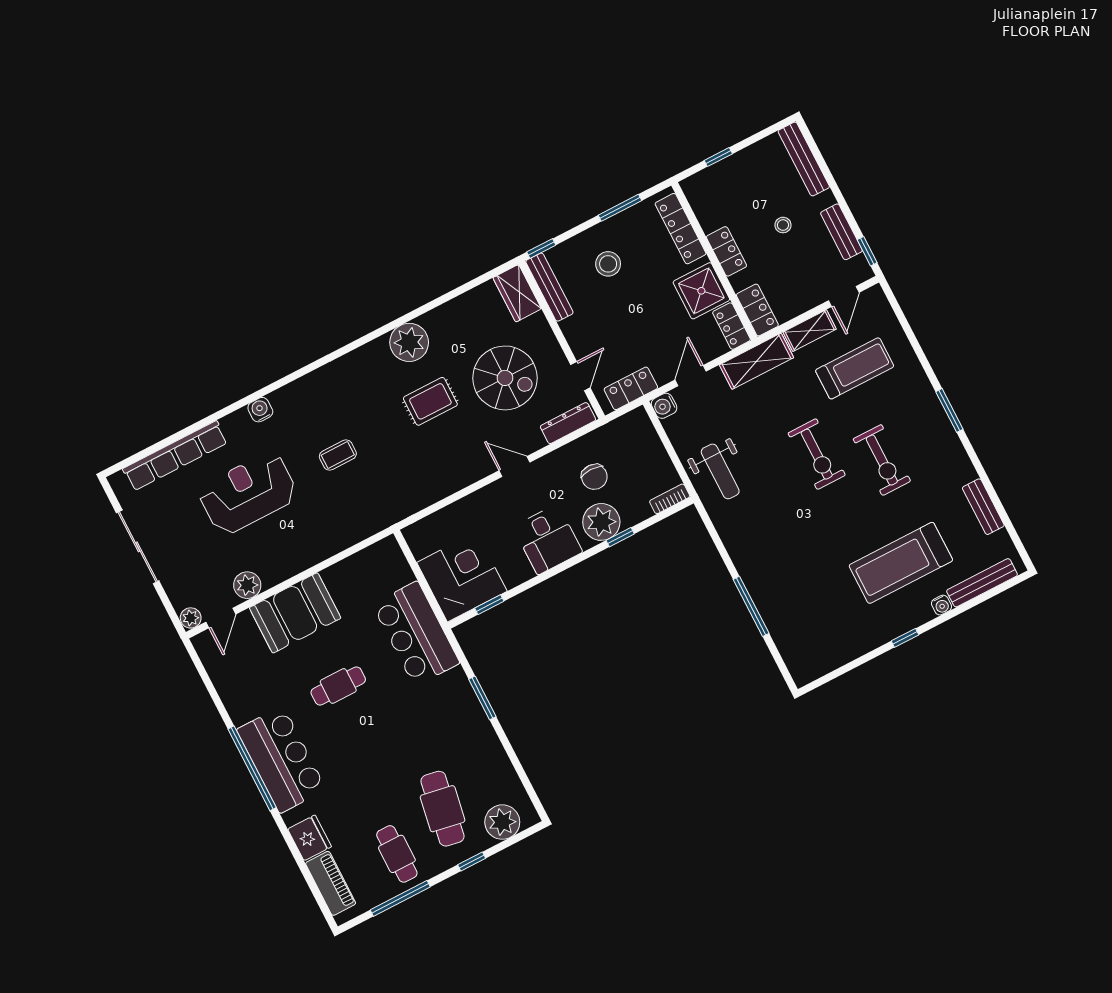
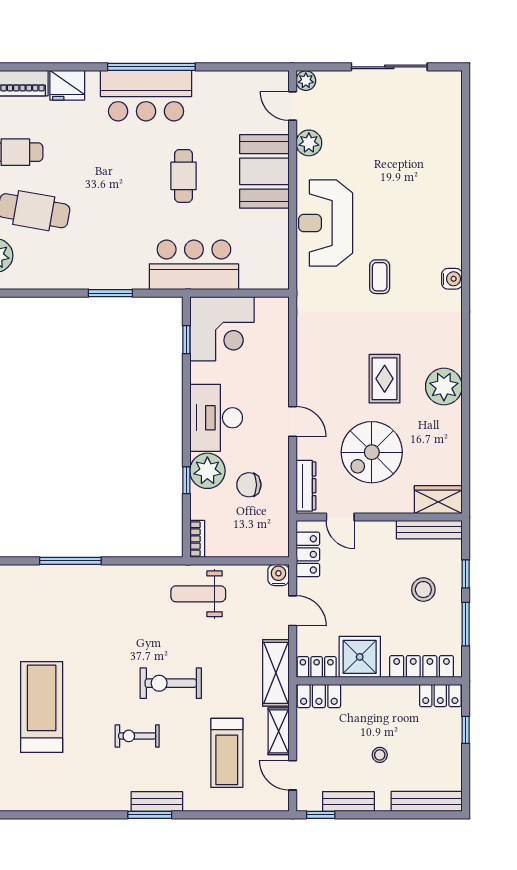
window: (541, 248) -> (466, 574), moved
locker: (726, 251) -> (440, 695), moved
water cooler: (260, 410) -> (452, 279), moved
row of seats: (175, 456) -> (450, 138), removed
exercise bike: (882, 460) -> (137, 736), width x0.73, depth x0.72
door: (514, 466) -> (293, 421), hinge flipped
reception desk: (248, 493) -> (326, 223), moved, turned 180
bench: (983, 507) -> (157, 802), moved
desk: (548, 539) -> (216, 418), width x1.37

